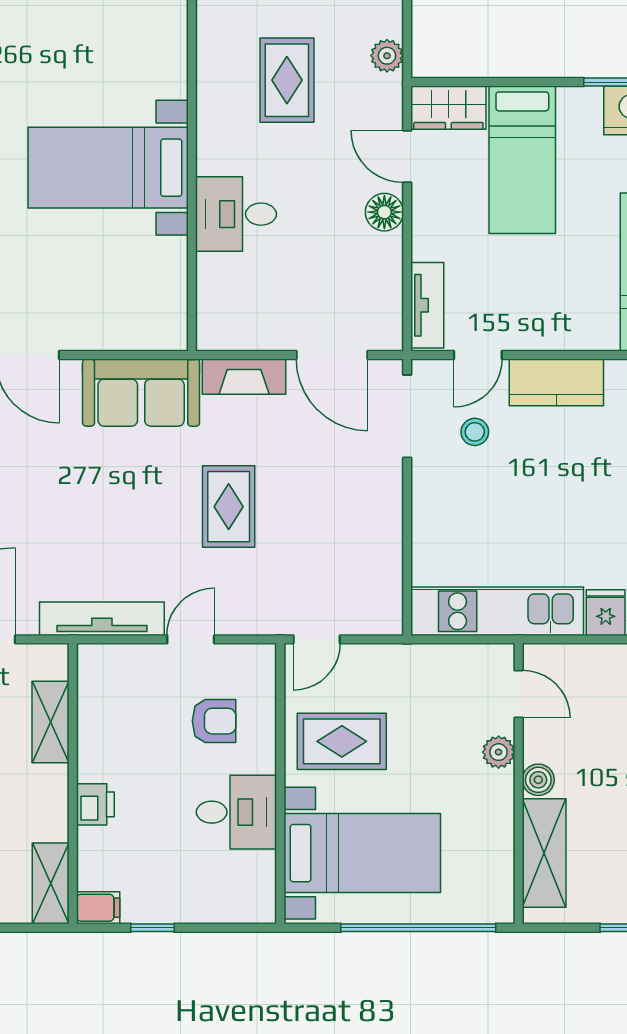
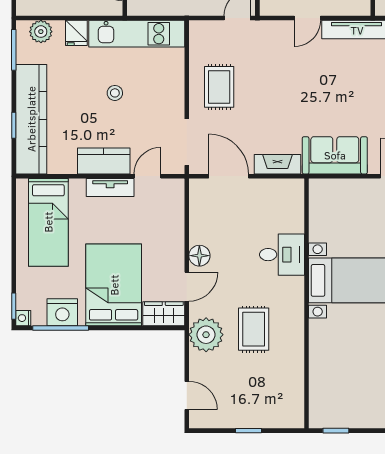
plant: (387, 56) -> (206, 335), width x1.87, depth x1.87
door: (407, 157) -> (187, 287), hinge flipped
bed: (522, 160) -> (114, 285), width x1.50
tv unit: (427, 305) -> (110, 187), moved, turned -90
stool: (475, 432) -> (115, 93), moved
rug: (229, 507) -> (219, 87), moved

